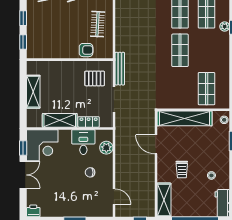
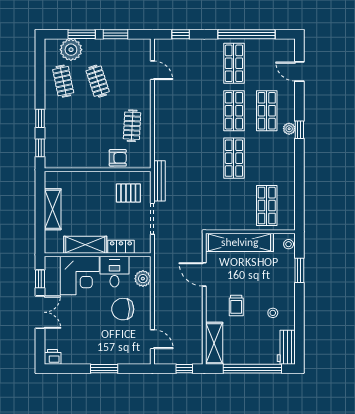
corner desk: (42, 145) -> (80, 276), moved
chair: (90, 172) -> (123, 309), width x1.87, depth x1.87

